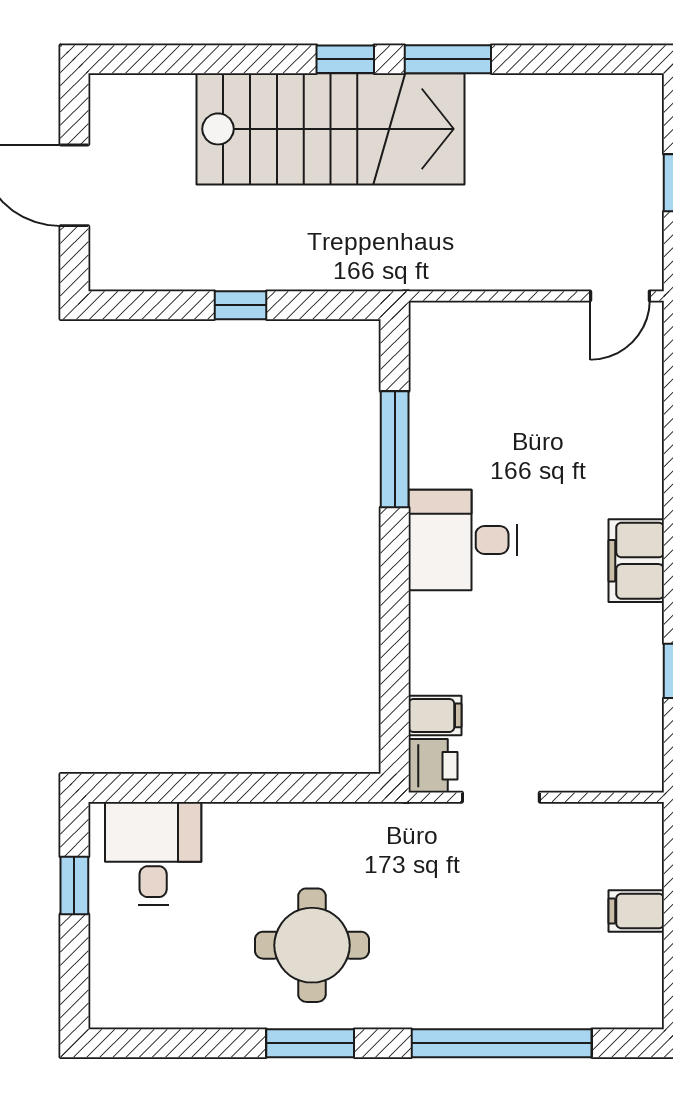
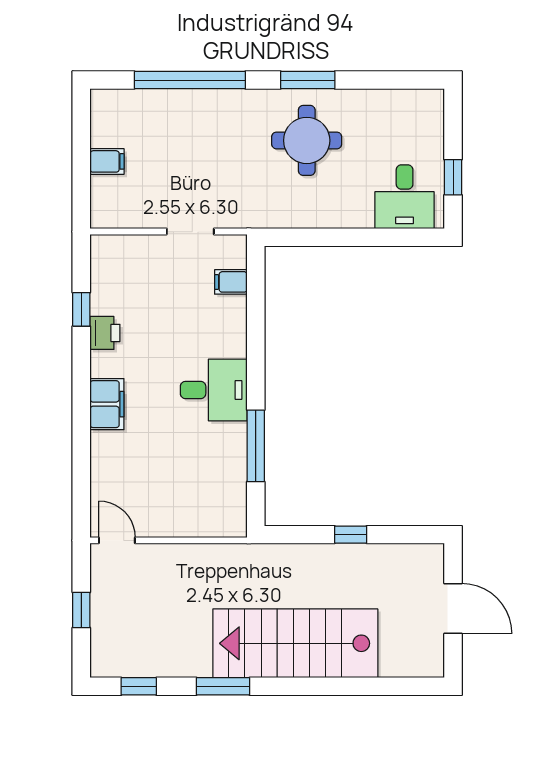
window: (345, 59) -> (139, 686), moved
door: (620, 296) -> (117, 540), hinge flipped
filing cabinet: (636, 561) -> (107, 404), moved
printer: (433, 766) -> (105, 333), moved, turned 180

